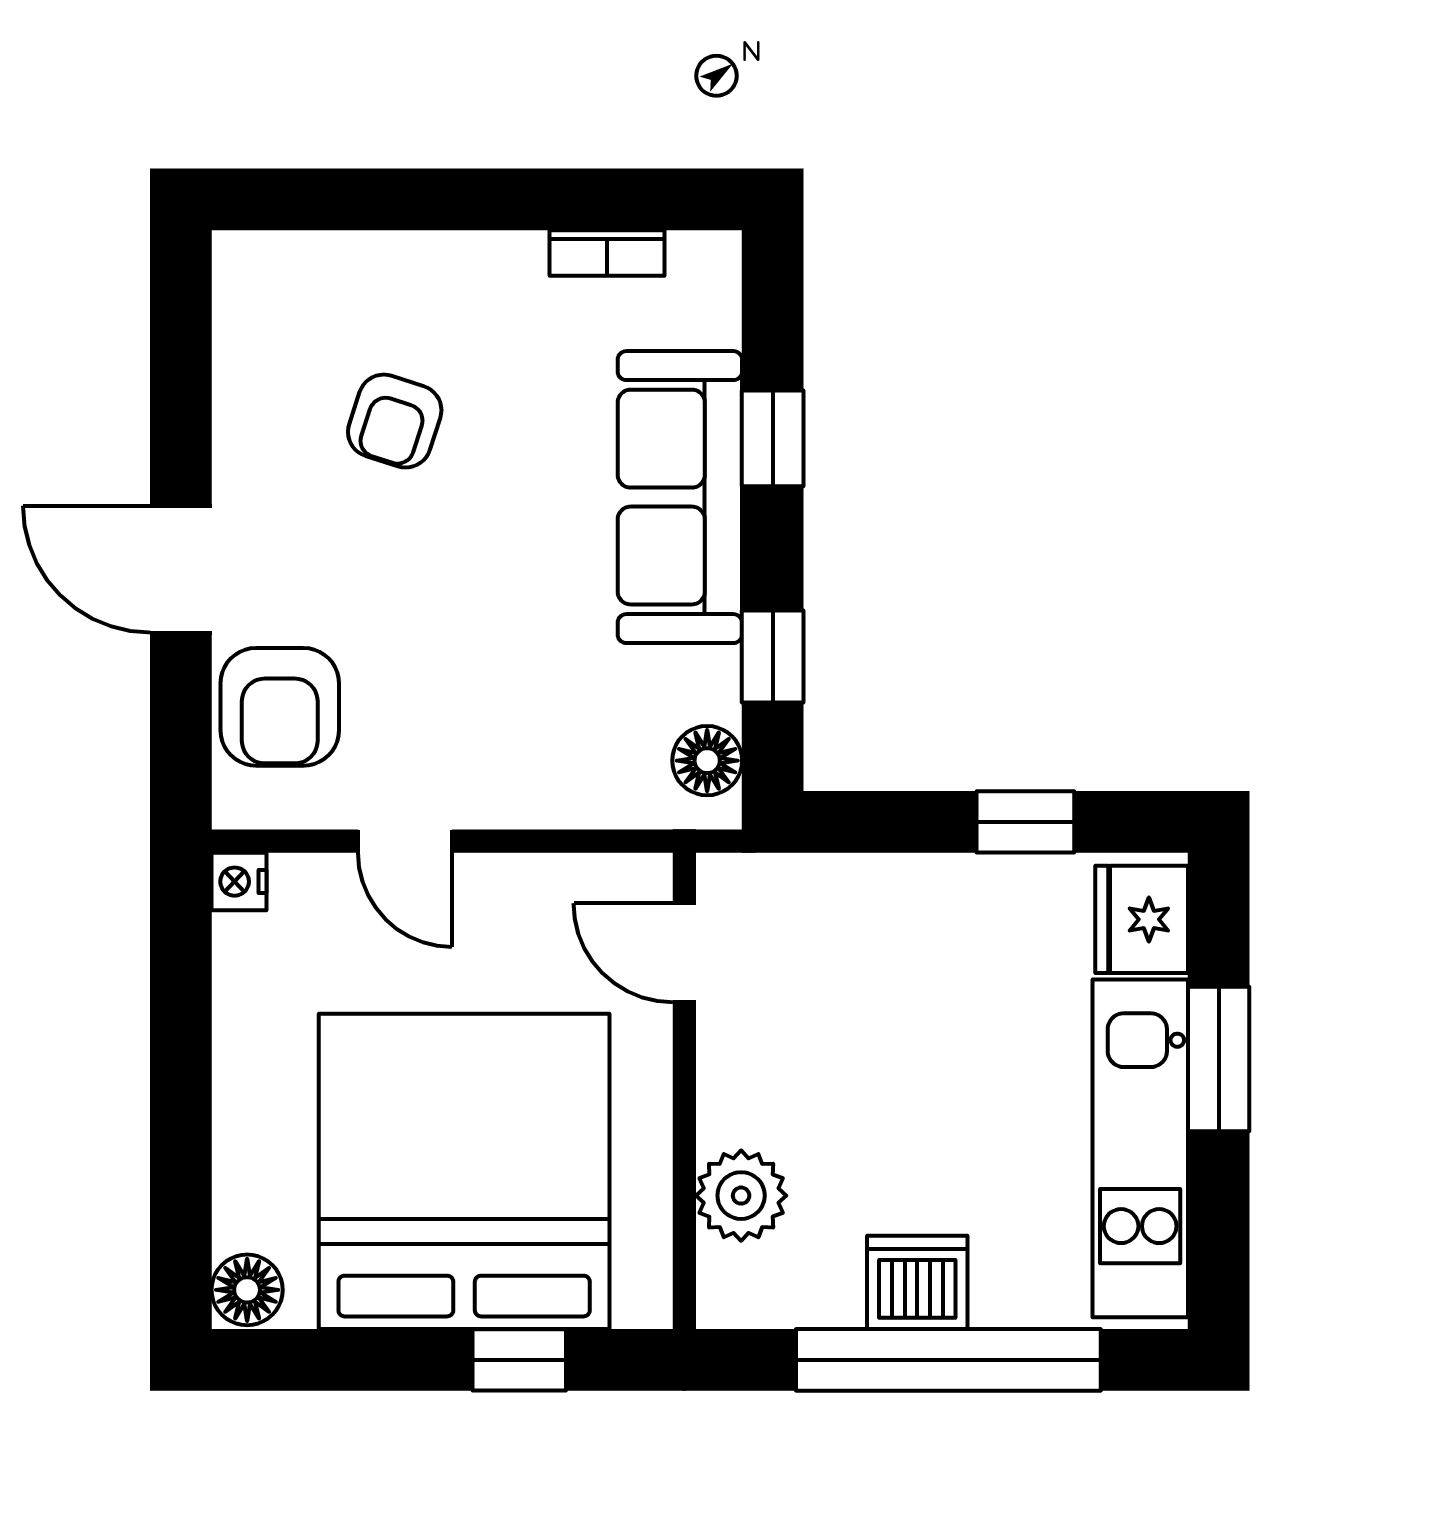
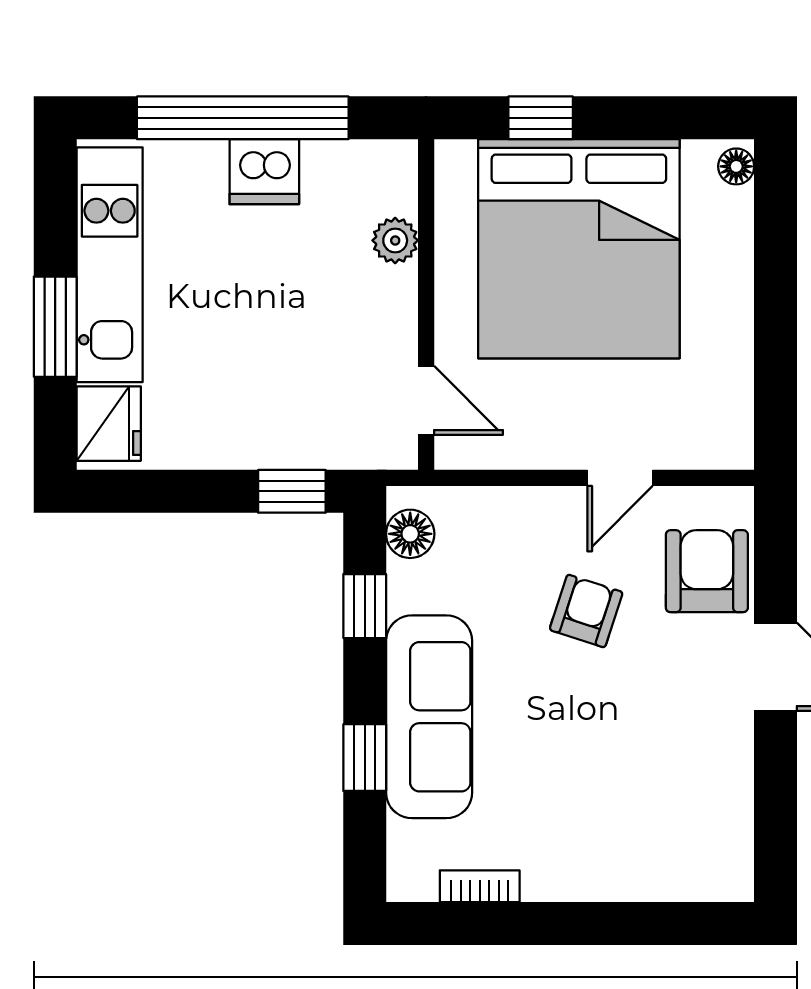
armchair: (395, 421) -> (586, 611), moved
window: (1025, 822) -> (292, 491), moved
door: (405, 841) -> (620, 478), swing flipped
nightstand: (239, 882) -> (735, 450), removed
plant: (741, 1196) -> (395, 240), width x0.73, depth x0.73
floor lamp: (247, 1290) -> (736, 166), width x0.73, depth x0.73

